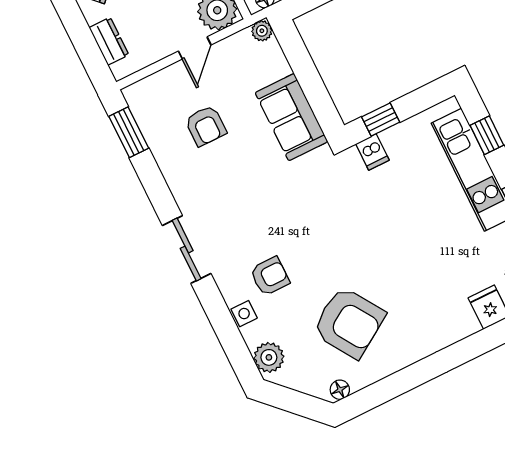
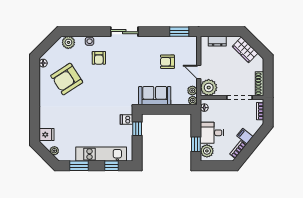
plant: (241, 42) -> (192, 91), added

